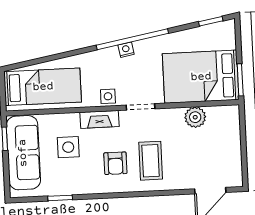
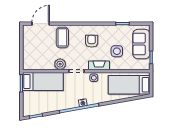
bed: (201, 77) -> (43, 81), width x0.67
plant: (195, 117) -> (60, 64), moved
sofa: (23, 153) -> (141, 44), width x0.73
coffee table: (151, 161) -> (62, 37), moved

